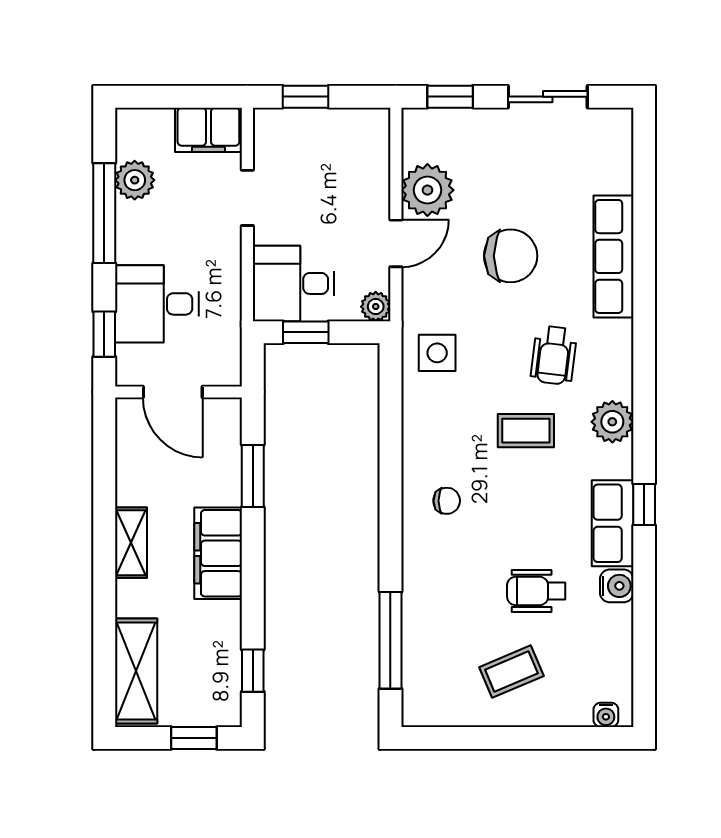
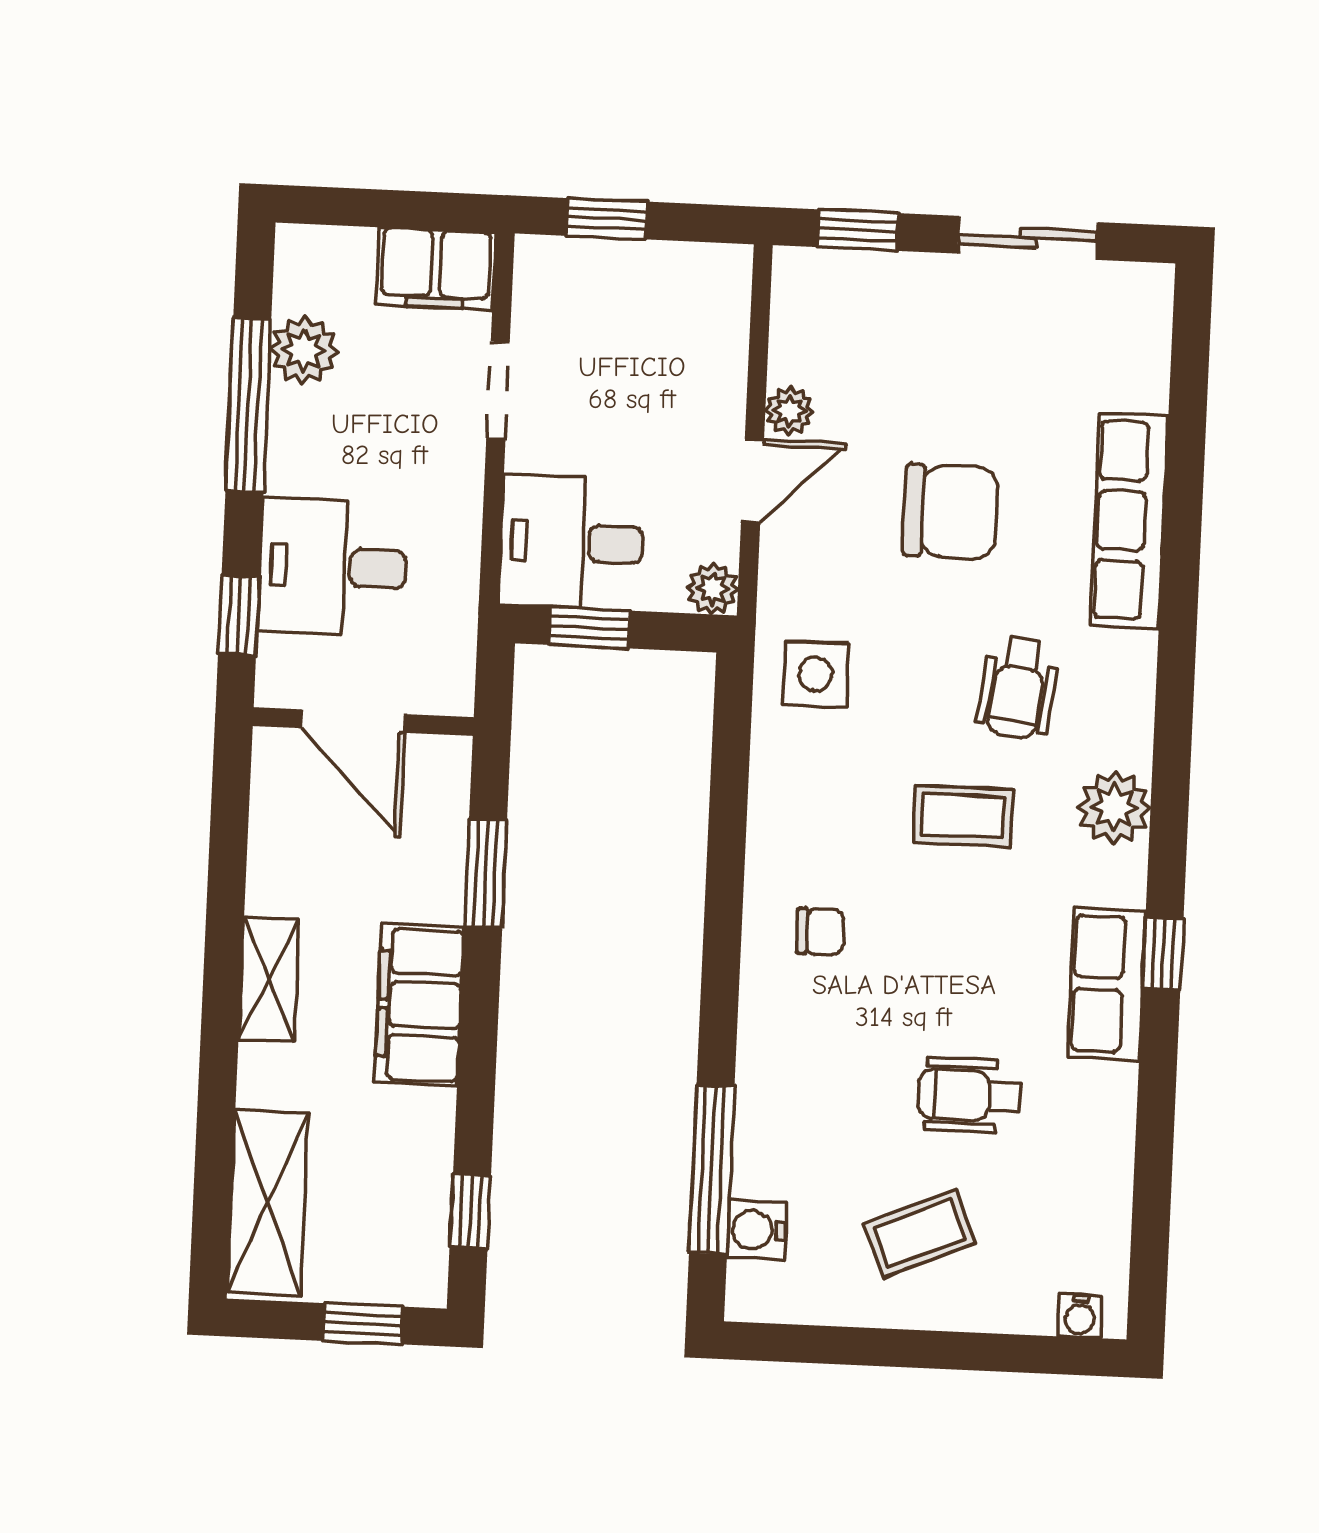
plant: (427, 190) -> (789, 411), width x0.53, depth x0.53
water cooler: (617, 586) -> (757, 1230), moved, turned 180

